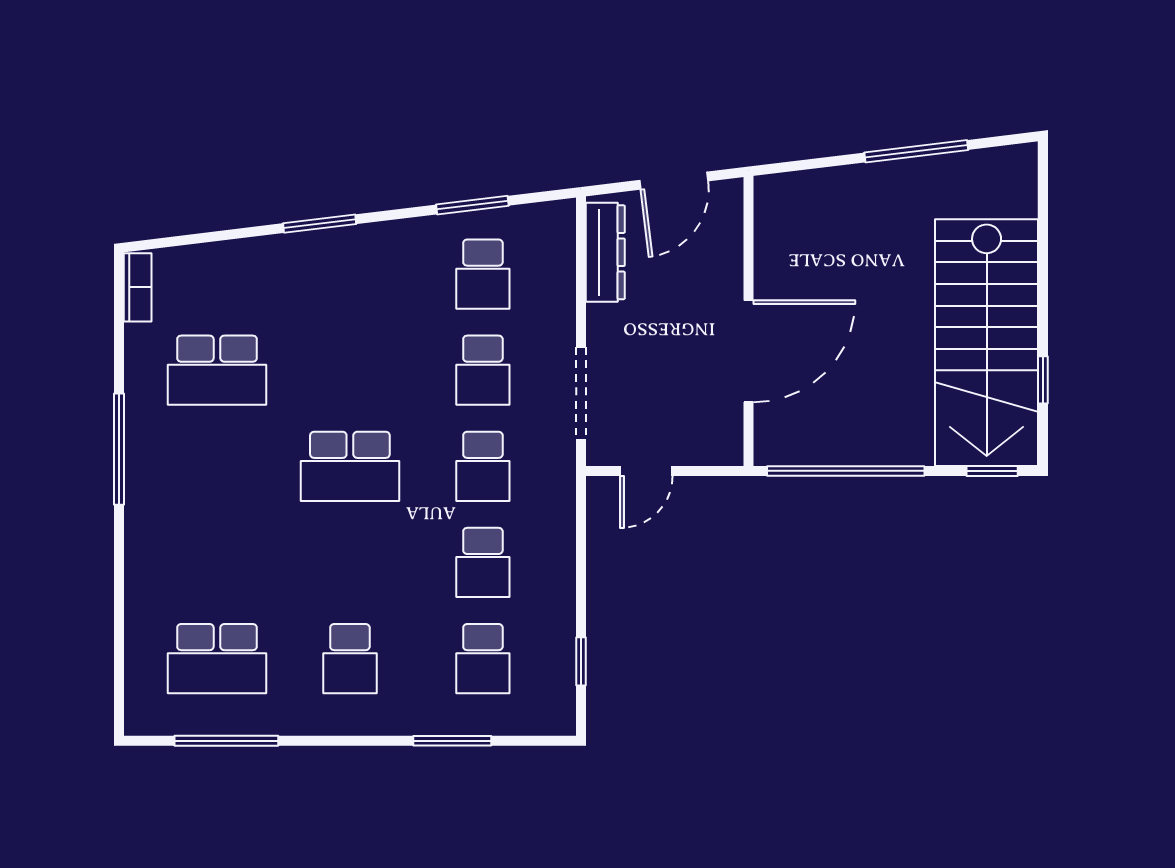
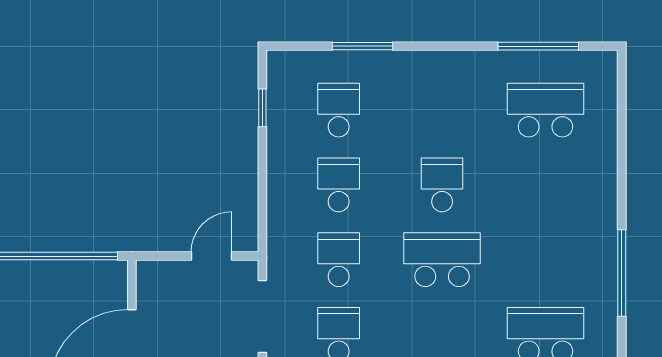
school desk: (350, 659) -> (442, 185), moved

